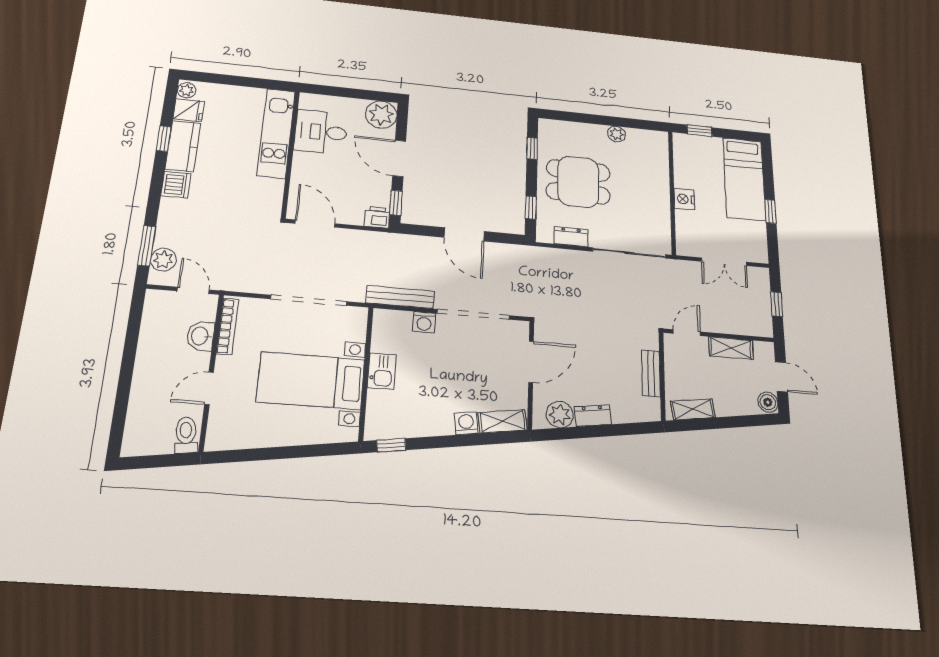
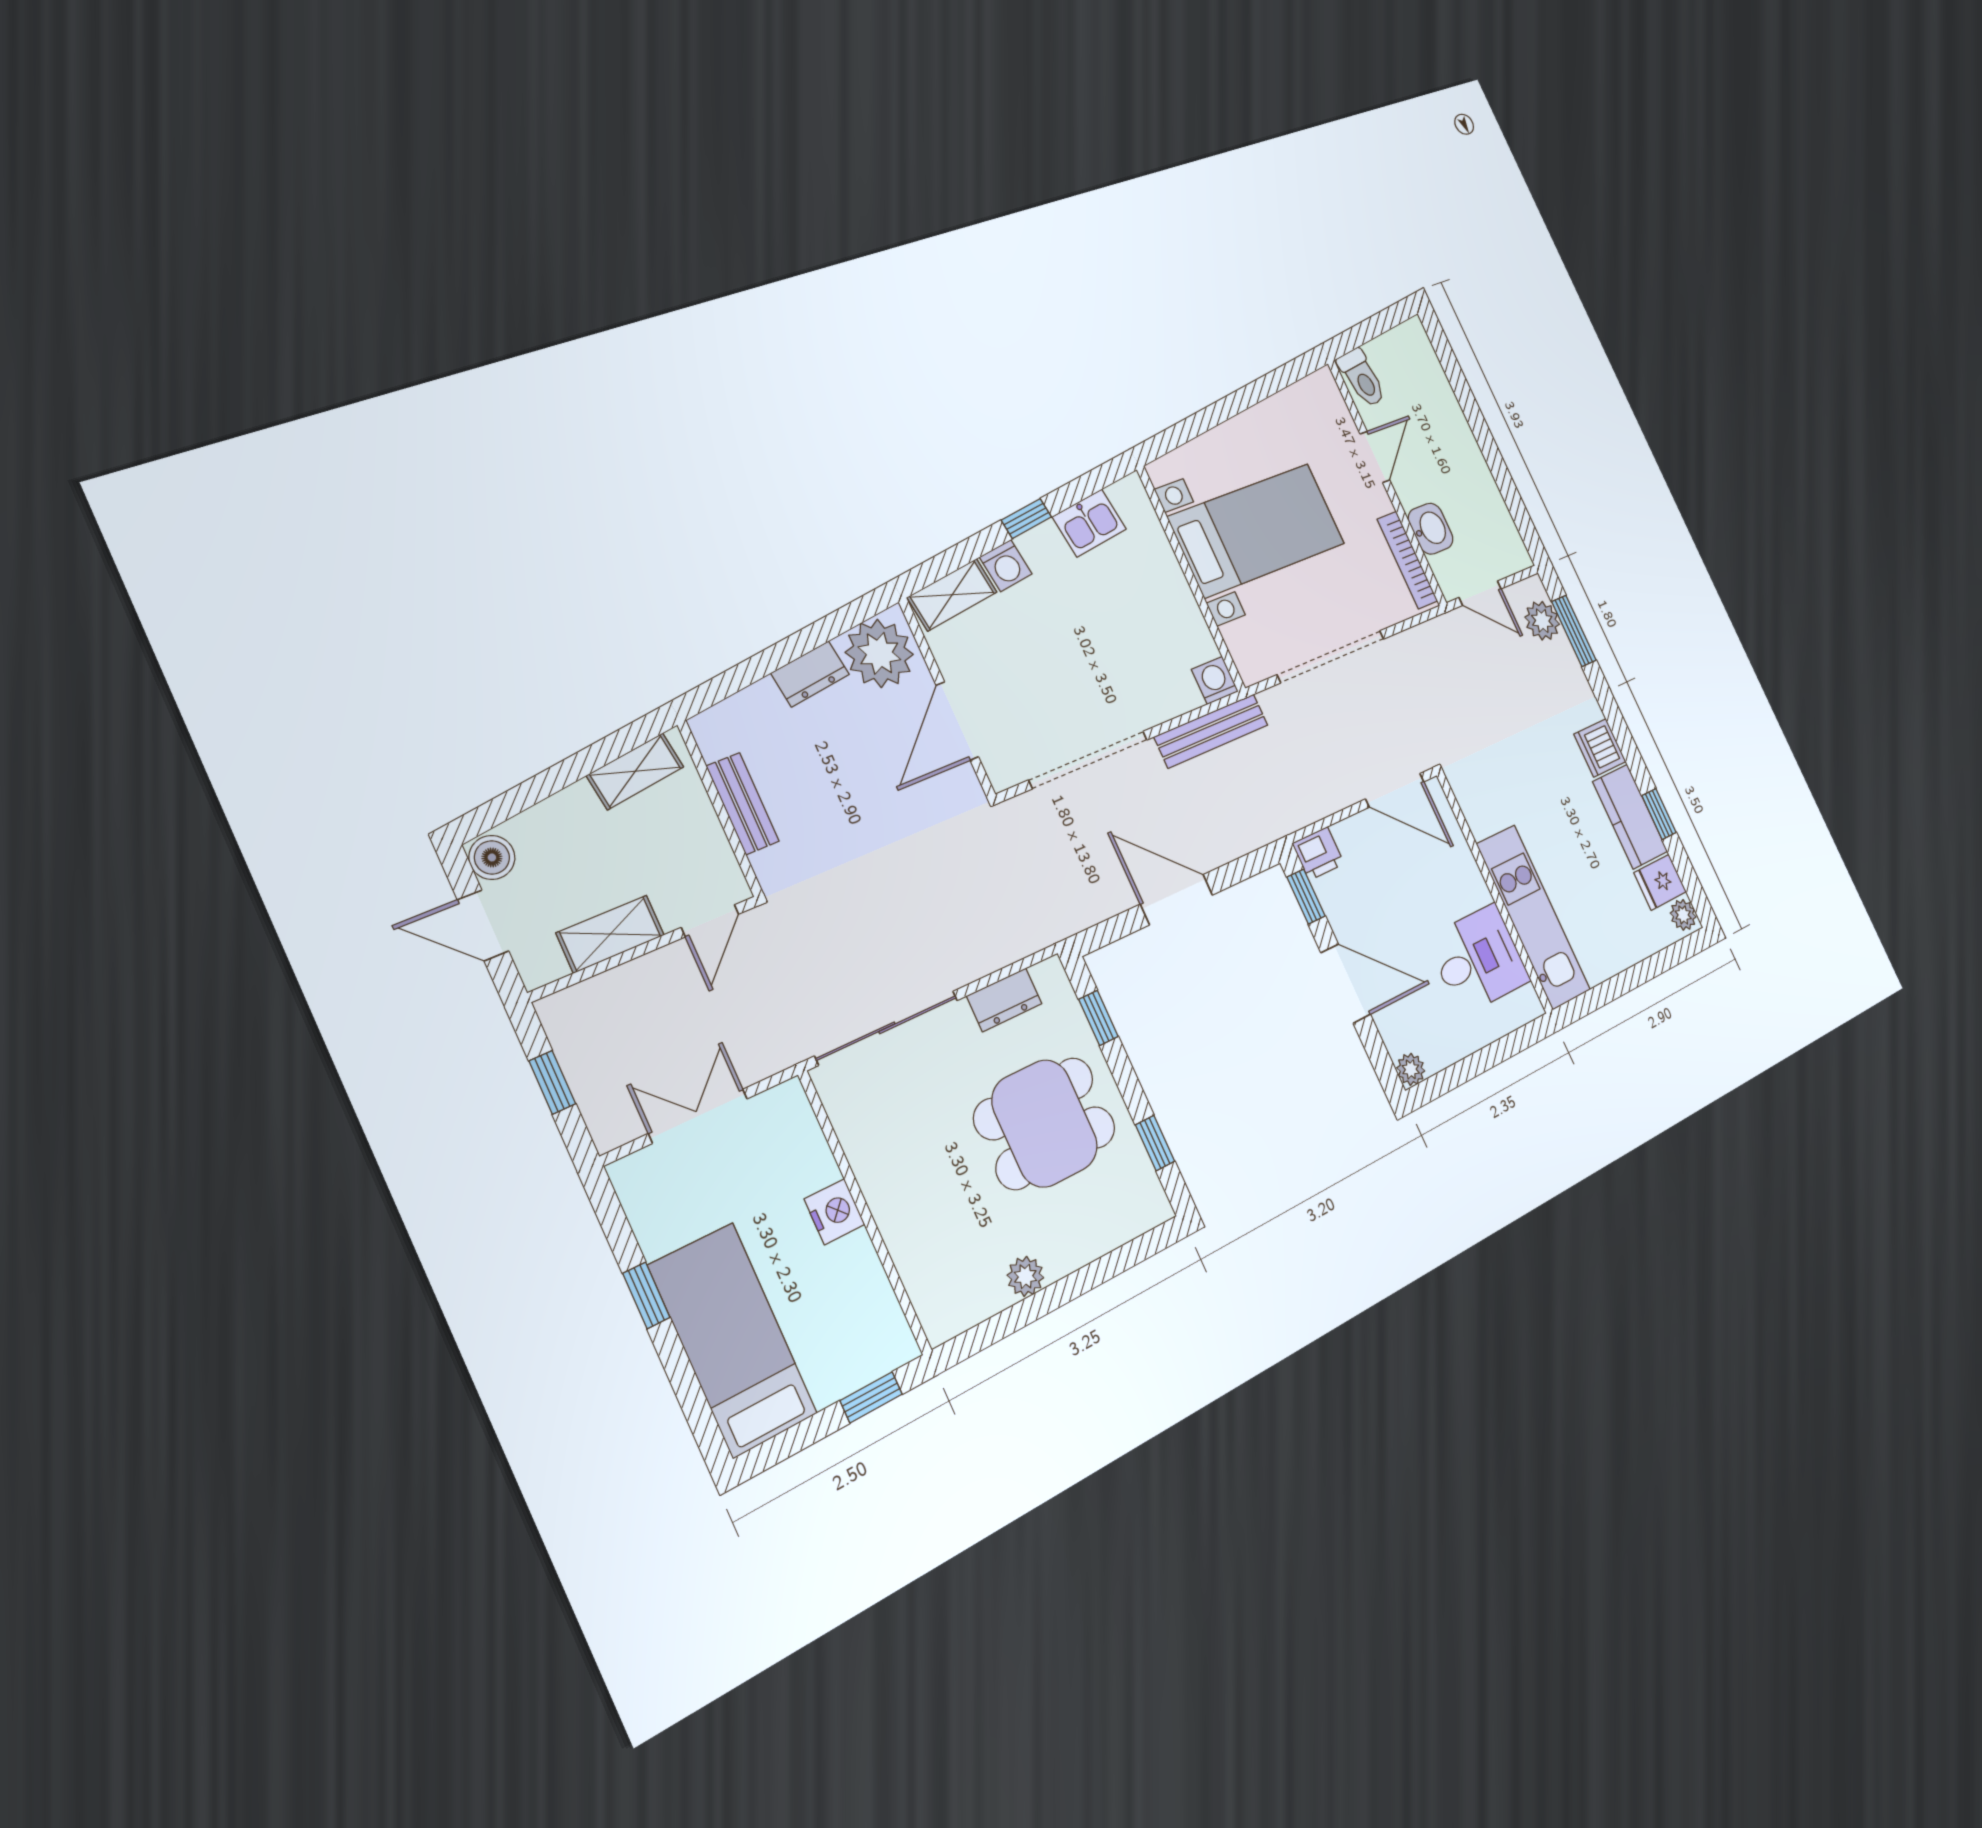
plant: (381, 115) -> (1411, 1069), width x0.53, depth x0.53
washing machine: (424, 322) -> (1215, 680), moved
kitchen sink: (382, 371) -> (1089, 523), moved, turned -98
plant: (560, 414) -> (879, 653), width x1.36, depth x1.36
window: (391, 445) -> (1026, 519), moved

